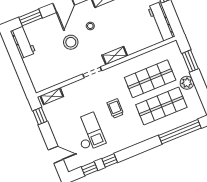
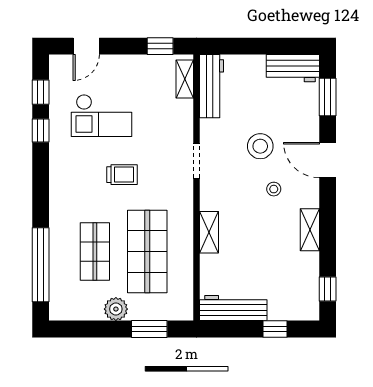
shelving: (115, 56) -> (209, 232), moved
workbench: (50, 81) -> (211, 86), added
shop shelf: (161, 106) -> (95, 252), width x0.70, depth x0.74

